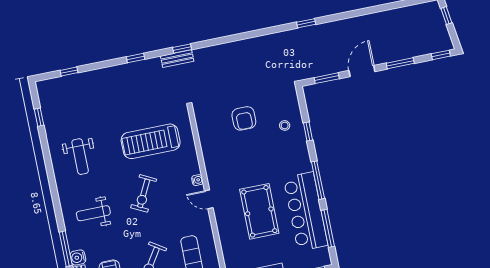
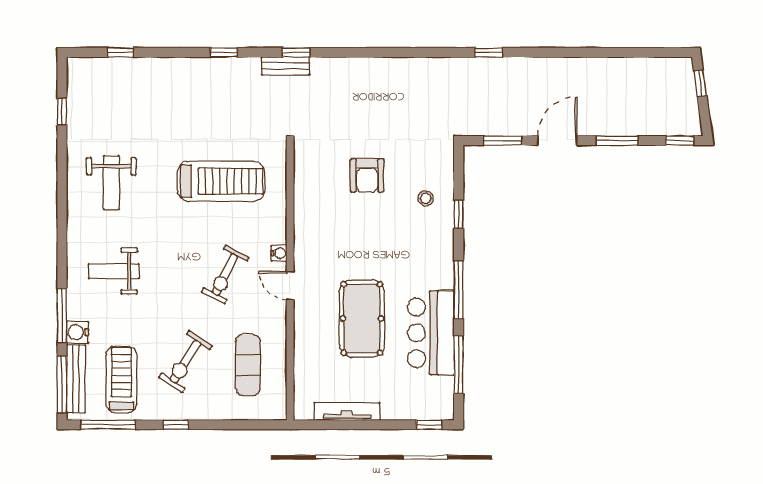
treadmill: (151, 141) -> (221, 181), turned 180
exercise bike: (144, 193) -> (225, 275), moved
bar counter: (306, 211) -> (431, 333), width x0.73

